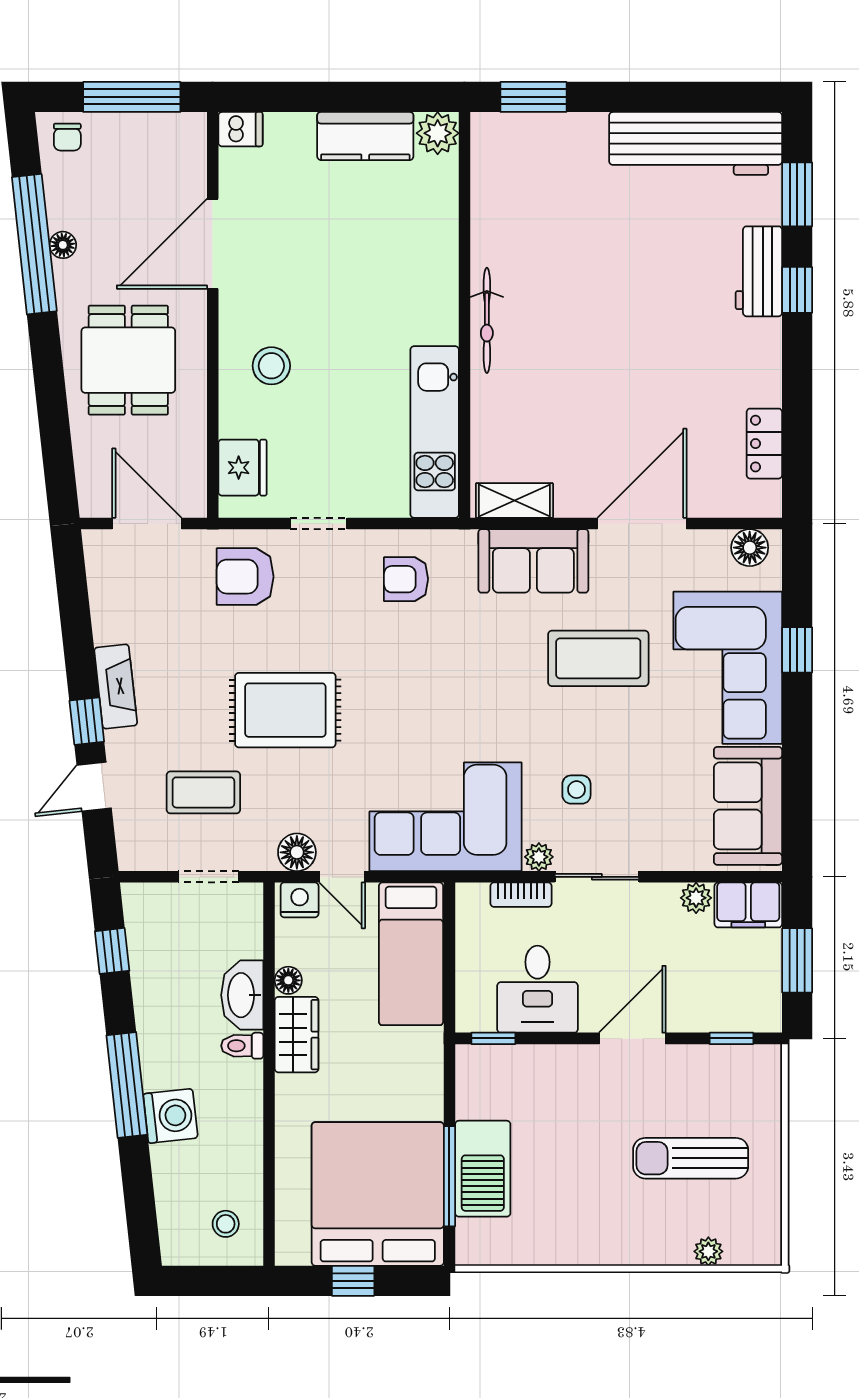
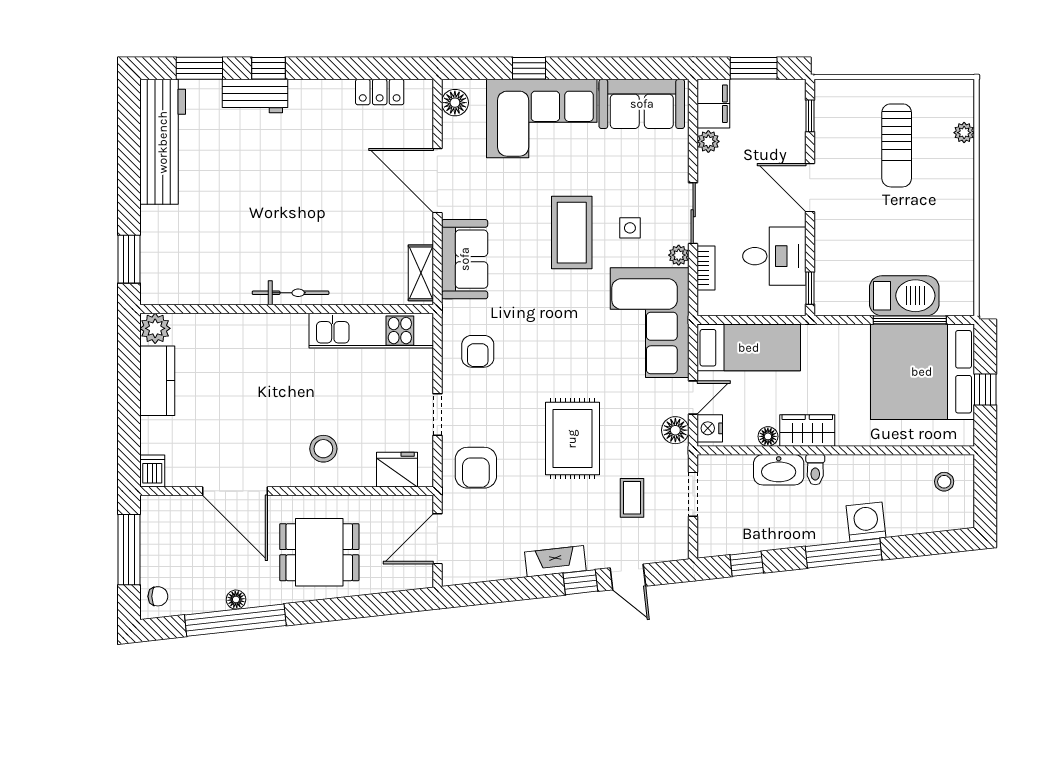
coffee table: (598, 658) -> (572, 233), moved
coffee table: (203, 792) -> (632, 498), width x0.73, depth x0.77

